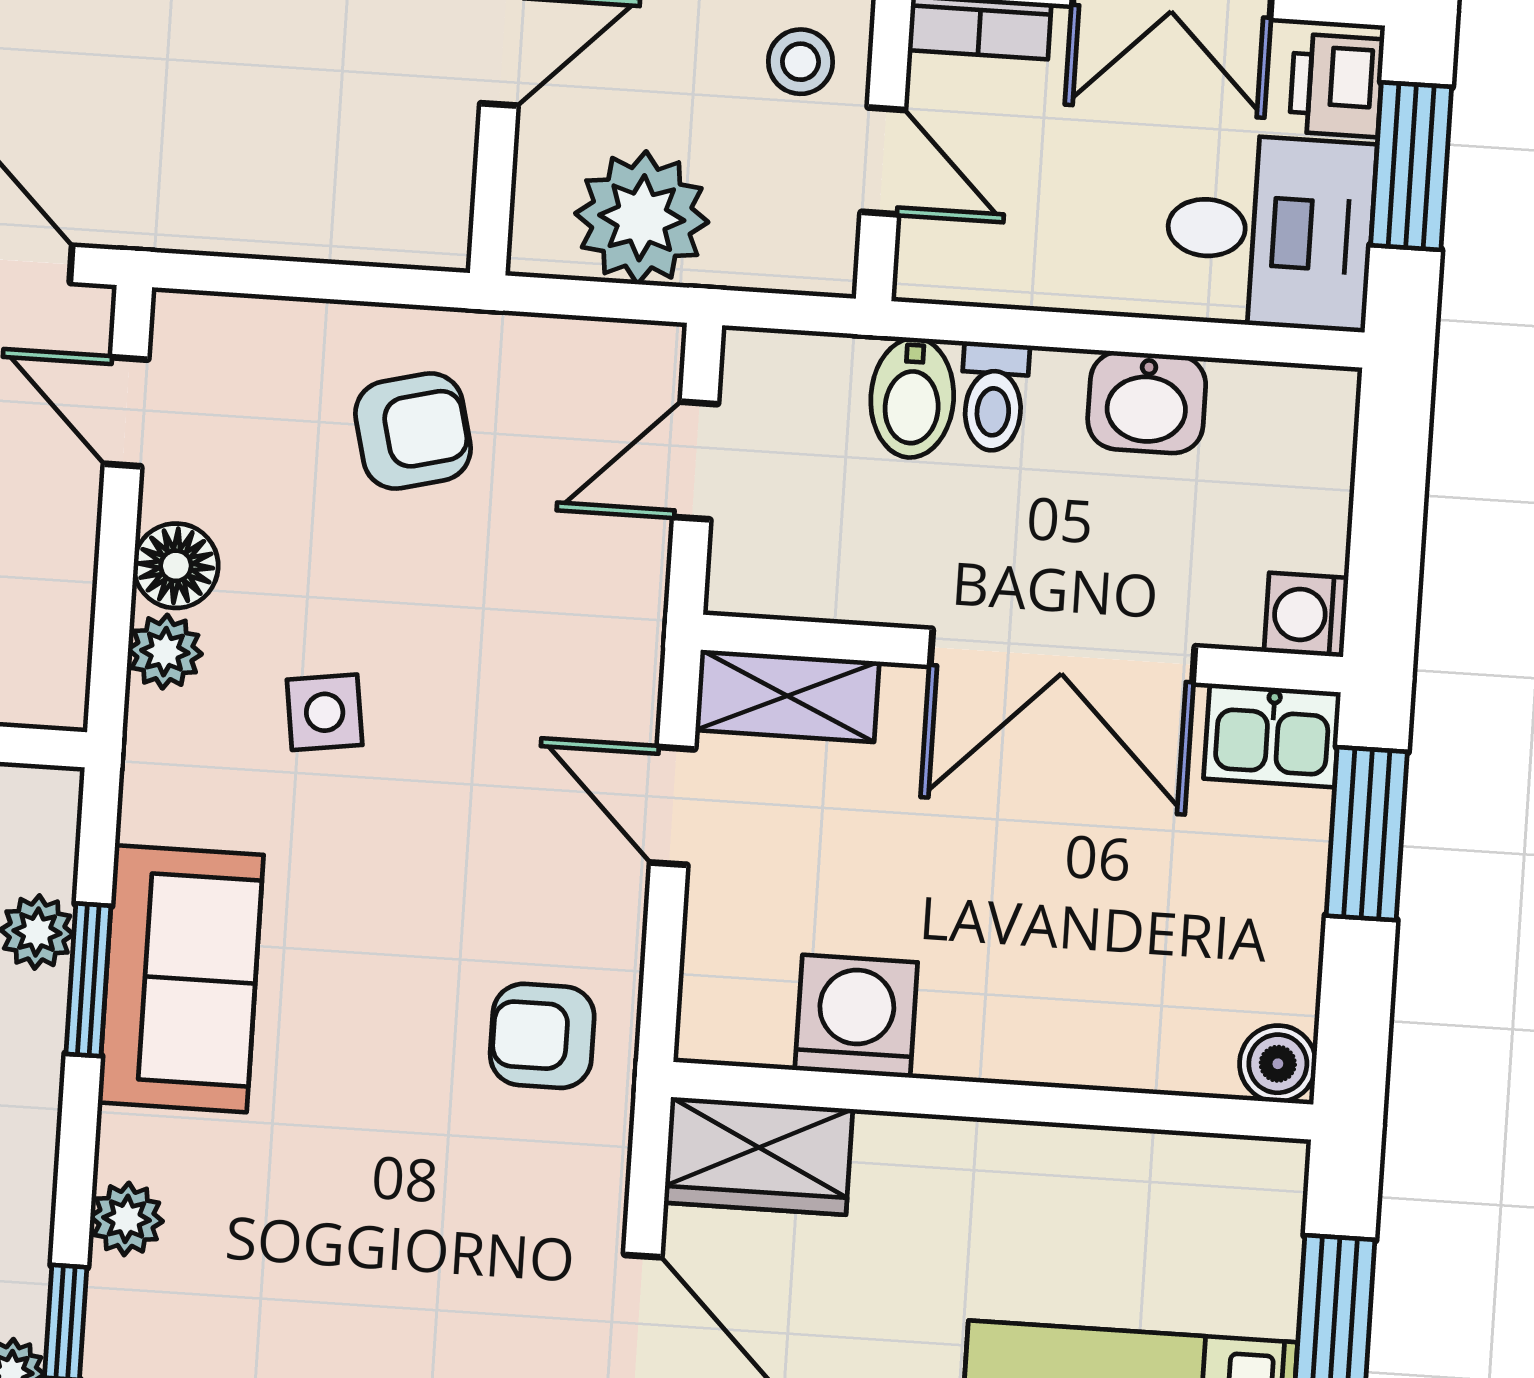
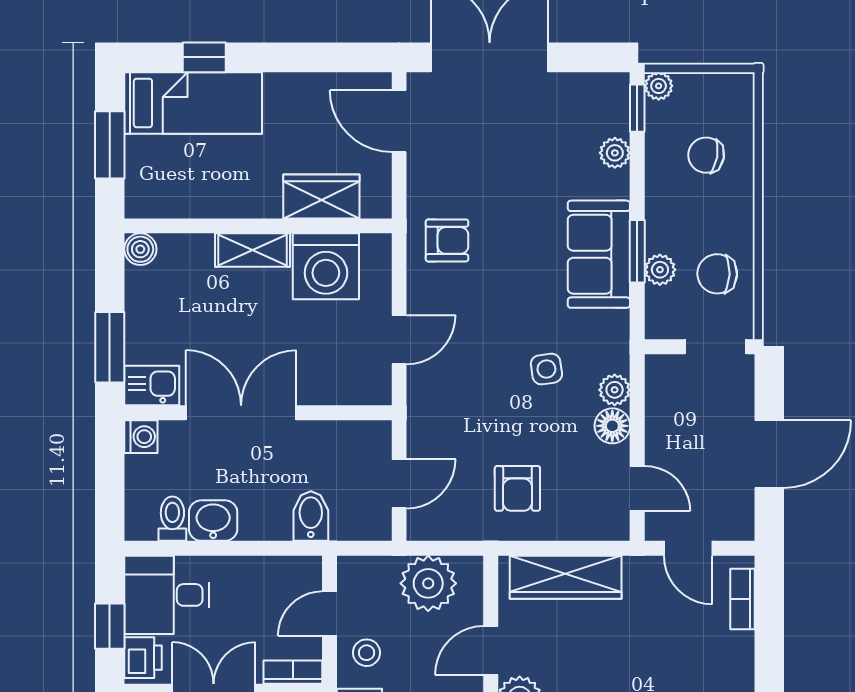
door: (883, 161) -> (330, 614), hinge flipped
window: (1411, 166) -> (110, 626), width x0.67
wardrobe: (312, 211) -> (566, 577), added
toilet: (994, 397) -> (172, 519), moved
armchair: (413, 431) -> (517, 488), turned -76
shelving: (787, 696) -> (253, 250), moved
door: (673, 806) -> (399, 340), hinge flipped
washing machine: (856, 1016) -> (326, 266), width x1.37, depth x1.37
wardrobe: (758, 1156) -> (321, 197), moved

